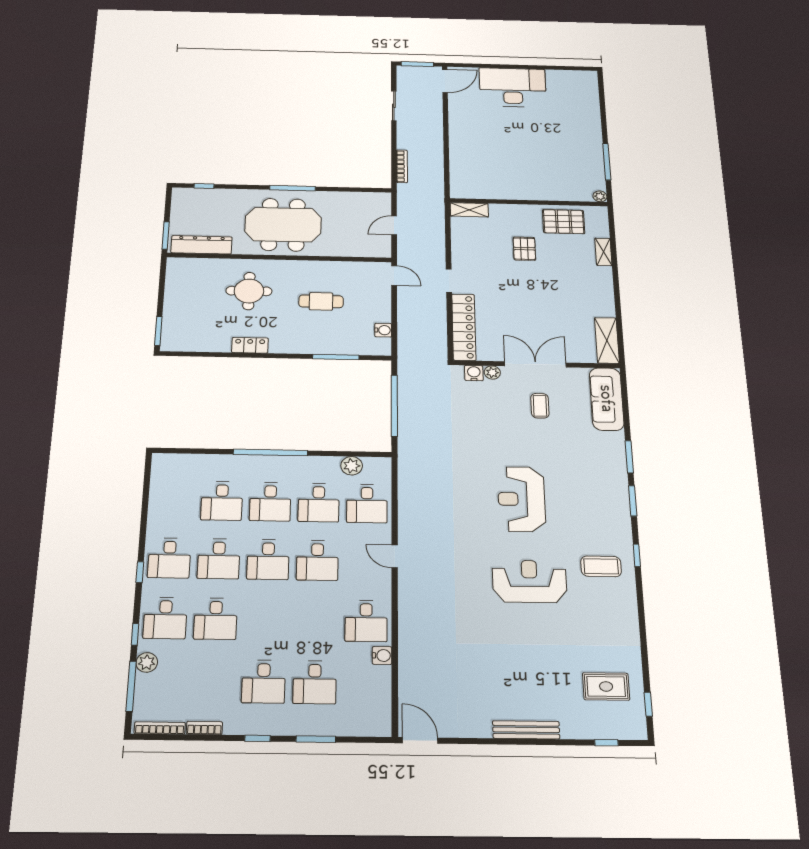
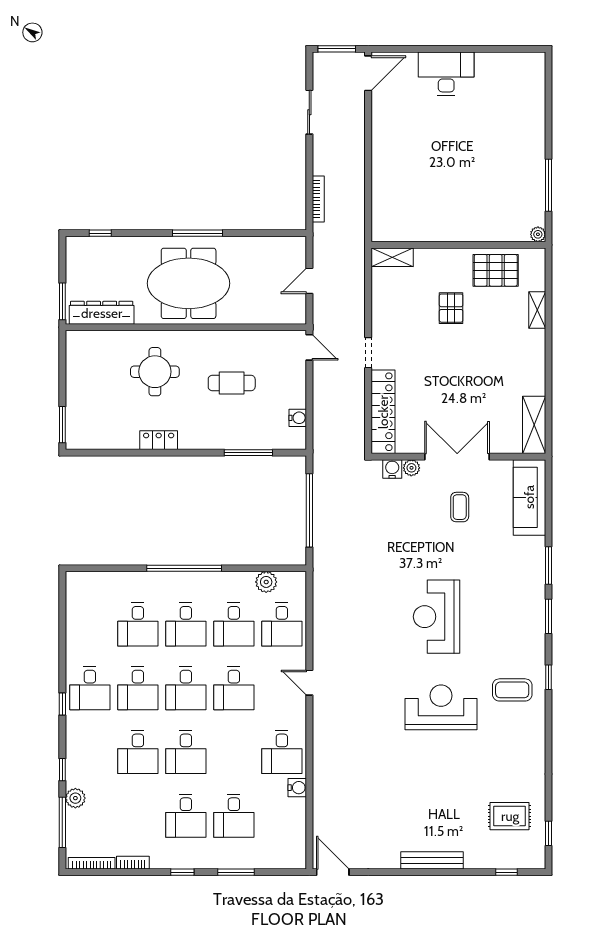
desk: (513, 87) -> (446, 74), width x0.73, depth x0.77
desk: (165, 618) -> (186, 752), moved

